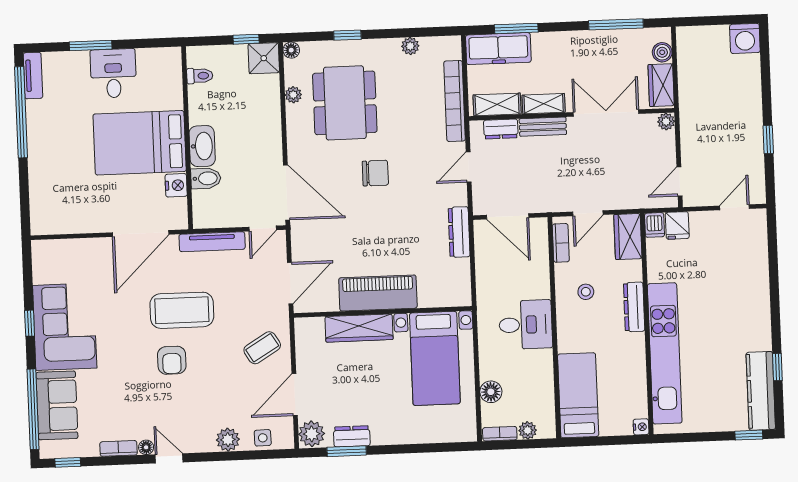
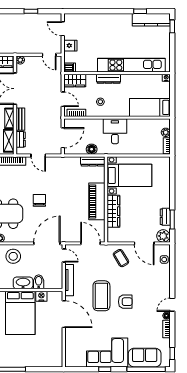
stool: (257, 123) -> (13, 256), added
fridge: (677, 225) -> (70, 46), moved
dresser: (459, 232) -> (93, 161), moved
floor lamp: (491, 392) -> (92, 149), moved
plant: (228, 440) -> (164, 276), removed

